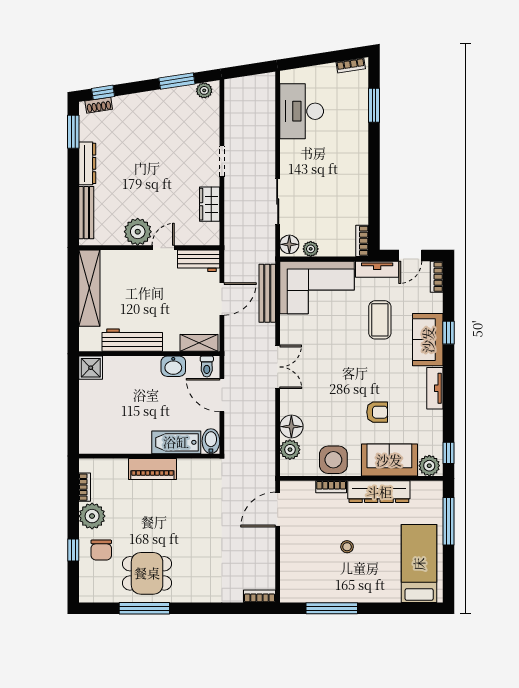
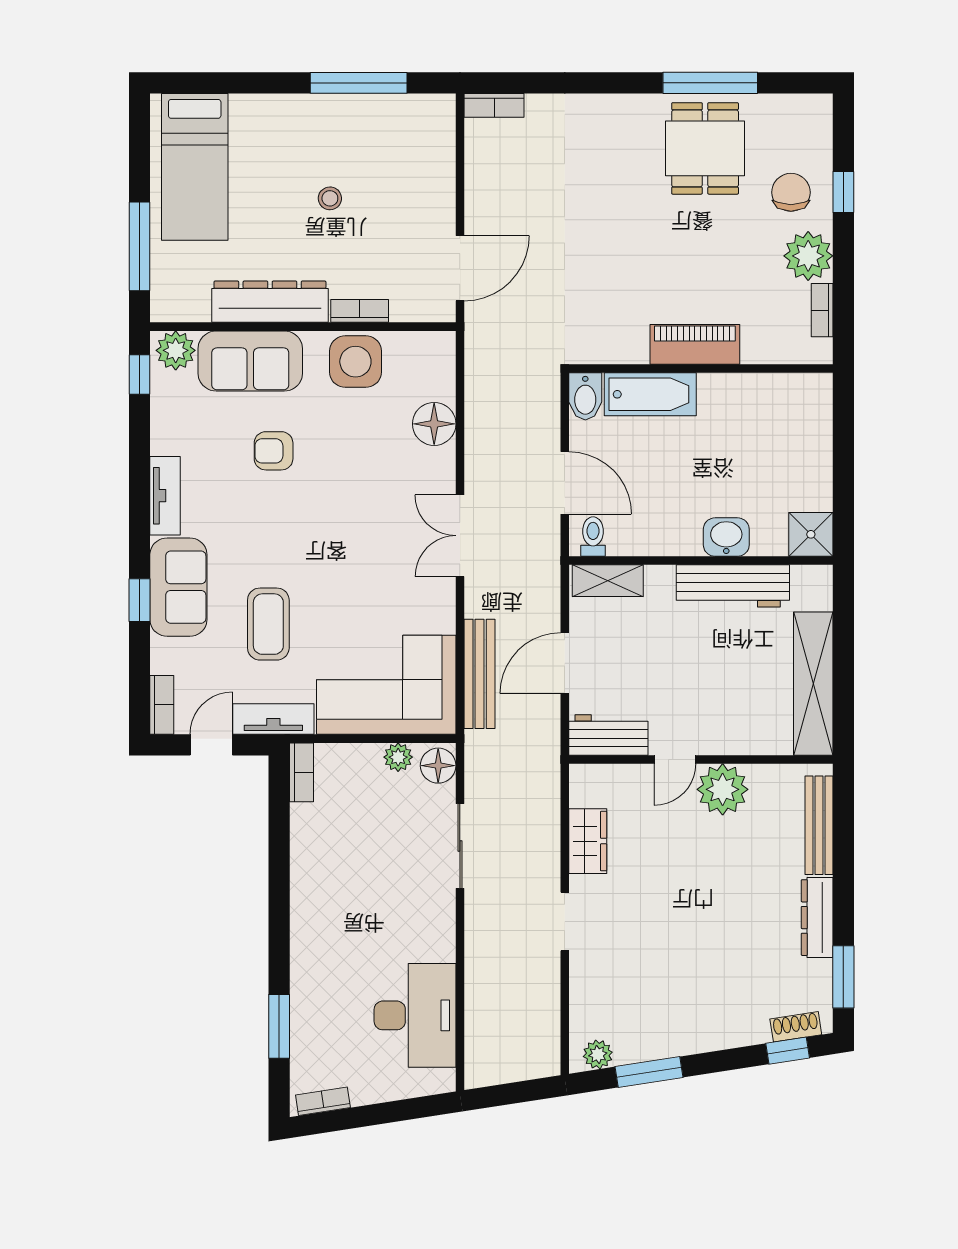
washbasin: (173, 366) -> (726, 537), moved
plant: (290, 450) -> (437, 381), removed
dining table: (147, 573) -> (705, 148), turned 90

